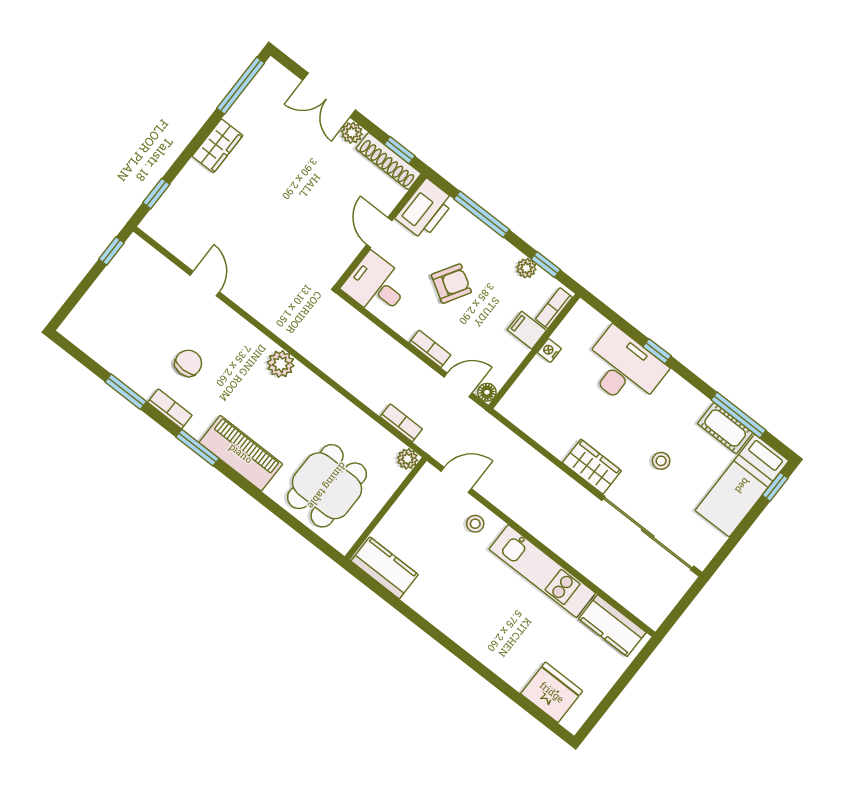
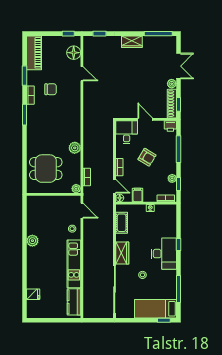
double door: (329, 95) -> (178, 66), swing flipped
printer: (425, 209) -> (170, 126), width x0.53, depth x0.68
door: (379, 233) -> (145, 119), hinge flipped
floor lamp: (154, 268) -> (74, 53), added
door: (205, 283) -> (82, 74), hinge flipped
filing cabinet: (527, 330) -> (138, 195), moved
plant: (281, 364) -> (75, 148), moved
desk: (624, 368) -> (164, 254), moved
cot: (725, 428) -> (122, 223), moved
piano: (241, 453) -> (34, 53), moved
kitchen counter: (385, 568) -> (33, 210), removed
plant: (440, 614) -> (32, 241), added
fridge: (552, 692) -> (33, 294), width x0.53, depth x0.75

